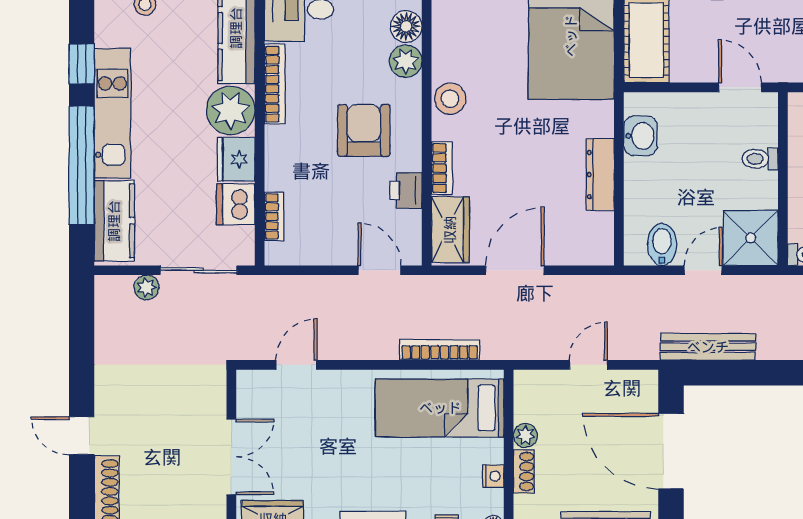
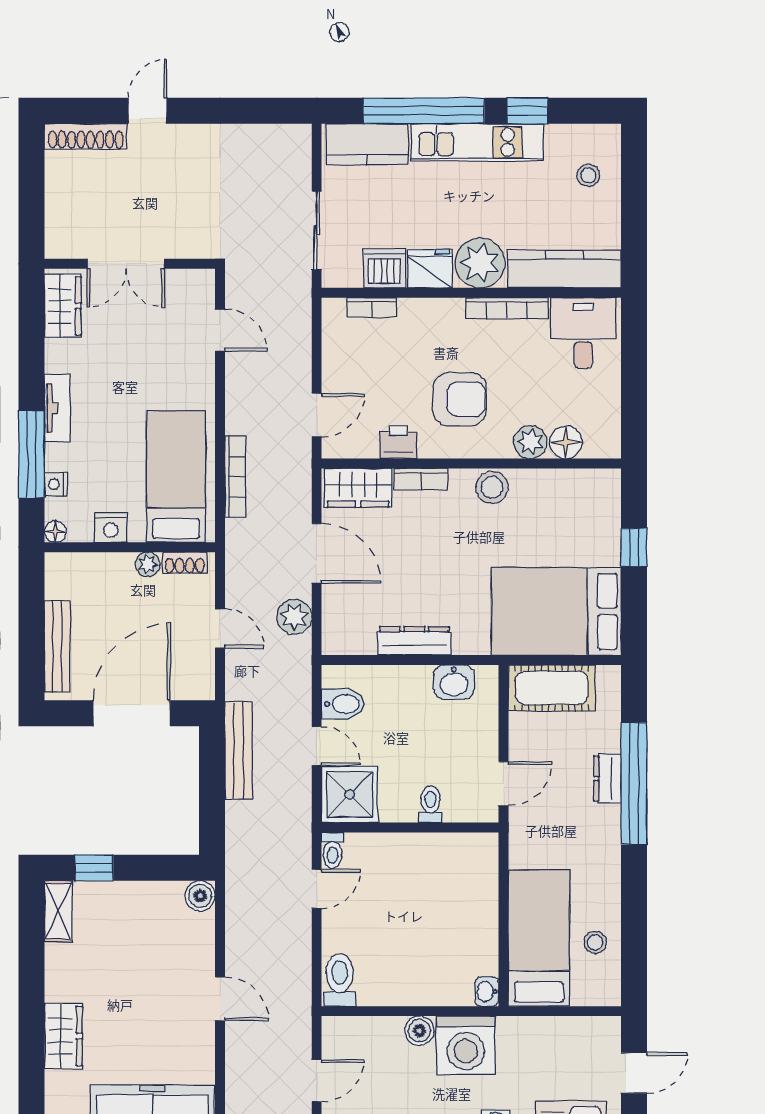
plant: (146, 287) -> (294, 617), moved, width x1.38, depth x1.38
shoe rack: (524, 472) -> (185, 563), moved
nightstand: (493, 476) -> (111, 528), width x1.39, depth x1.35

